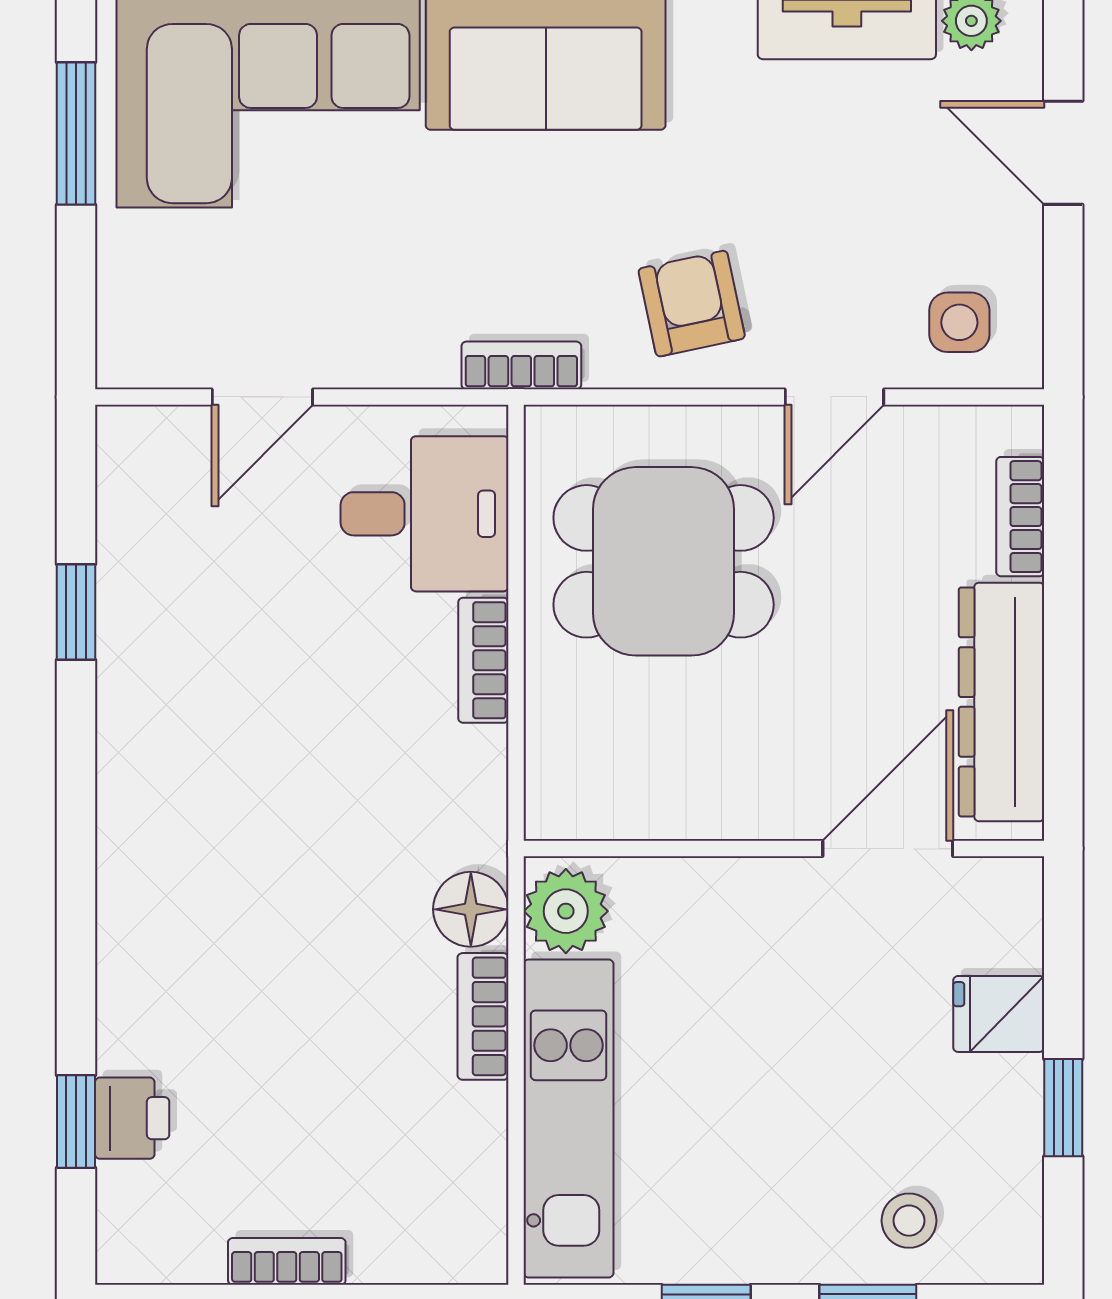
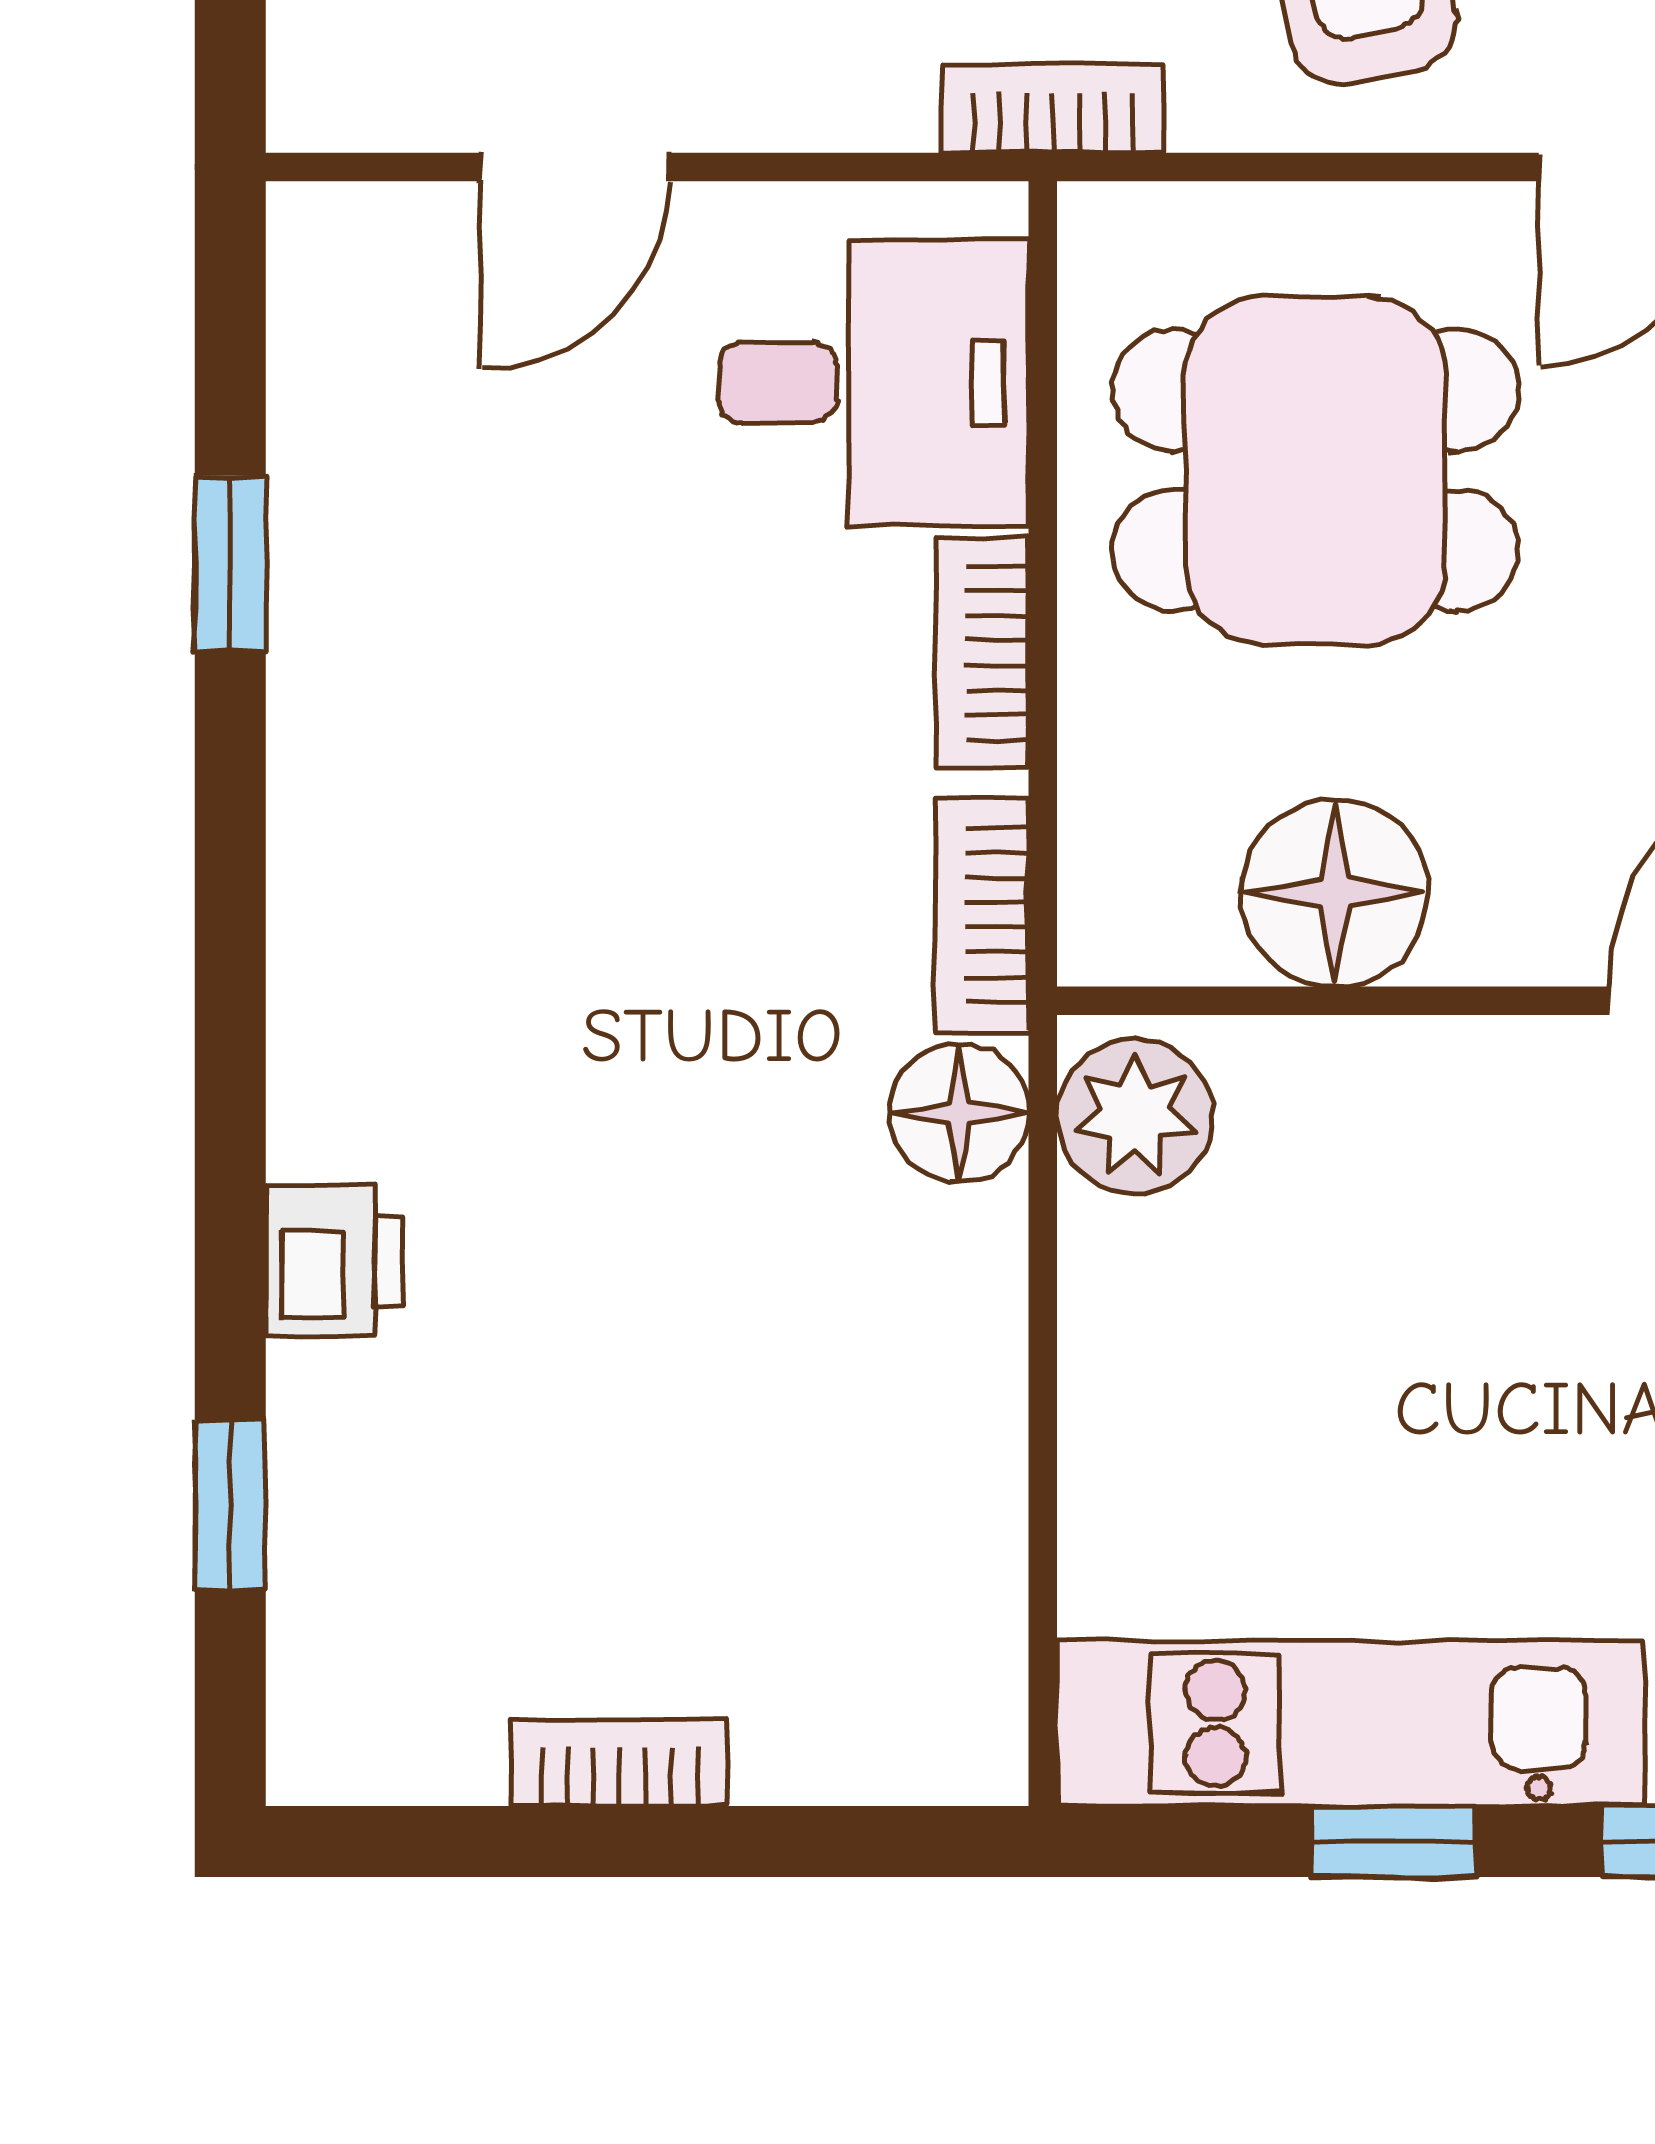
floor lamp: (674, 790) -> (1335, 893), added
bookcase: (483, 1016) -> (982, 915), moved
printer: (132, 1118) -> (334, 1261), moved
kitchen unit: (569, 1118) -> (1351, 1723), moved, turned -90

